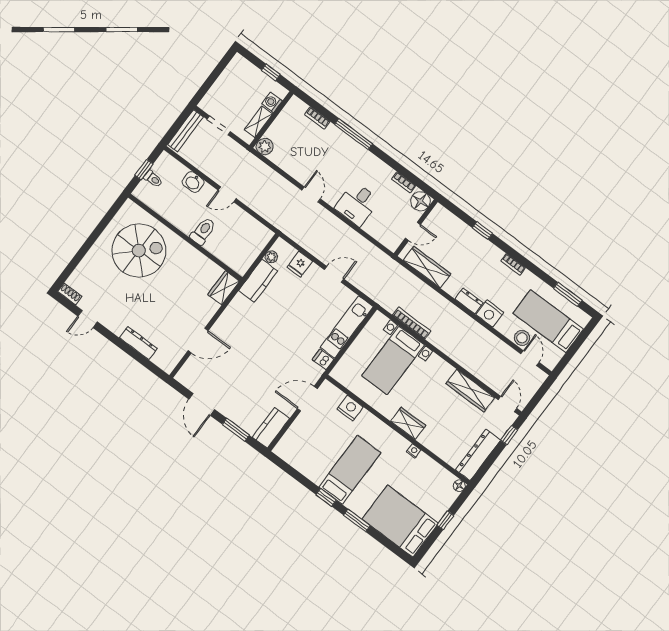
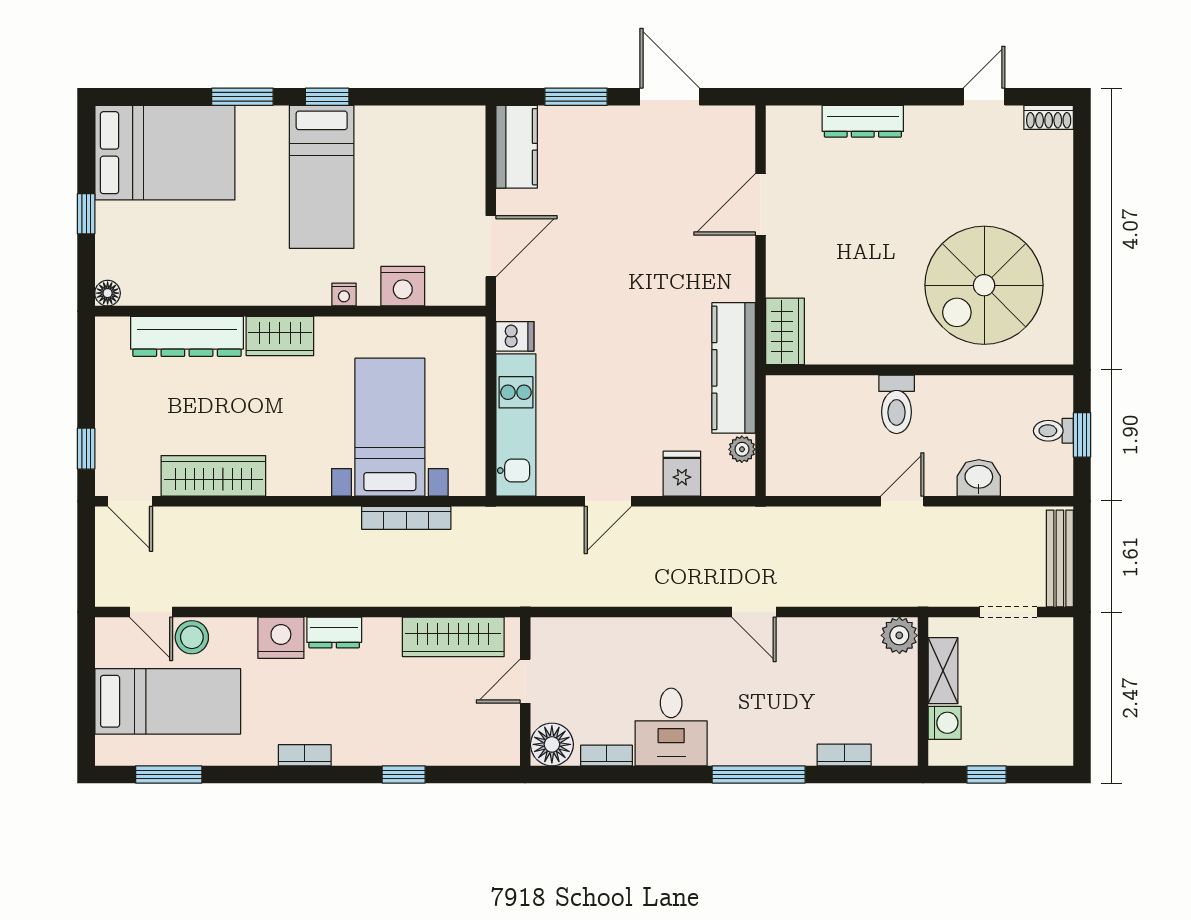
desk: (357, 204) -> (671, 727), moved, turned 180
kitchen counter: (258, 281) -> (734, 368), width x1.50
nightstand: (414, 451) -> (344, 294), moved
dresser: (478, 455) -> (187, 336), moved, turned 90

